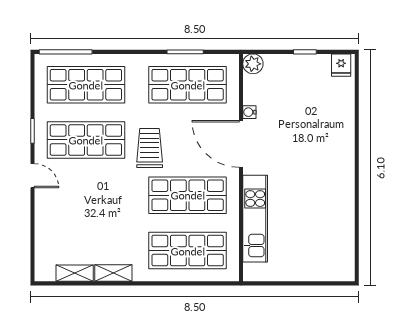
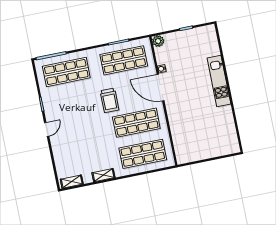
fridge: (341, 65) -> (208, 32), removed
shop shelf: (86, 140) -> (73, 103), removed
trolley: (150, 148) -> (110, 100), turned 180
door: (33, 176) -> (47, 129), hinge flipped
kitchen unit: (255, 219) -> (219, 81), moved, turned 180
shelving: (75, 273) -> (72, 182), moved

